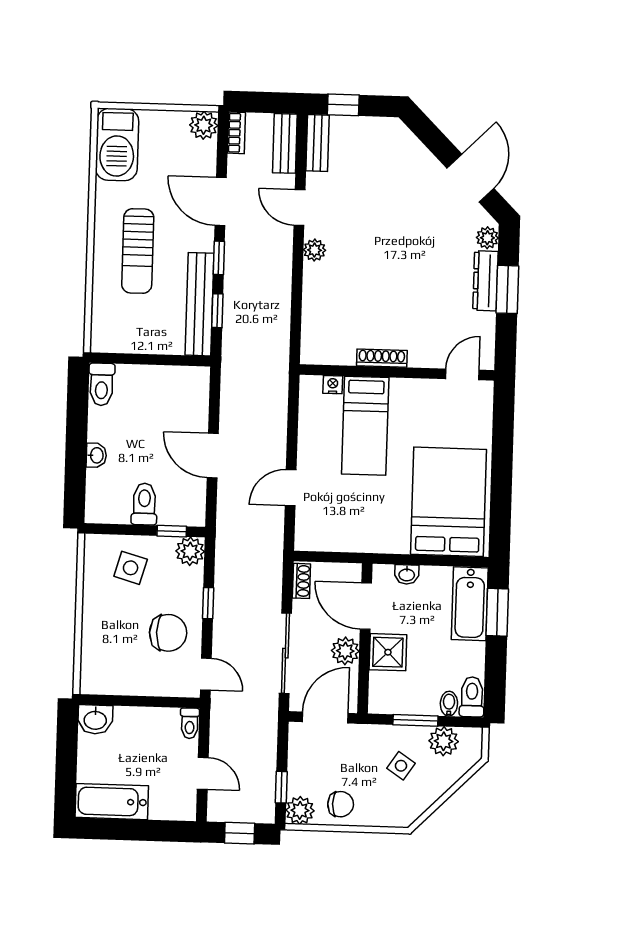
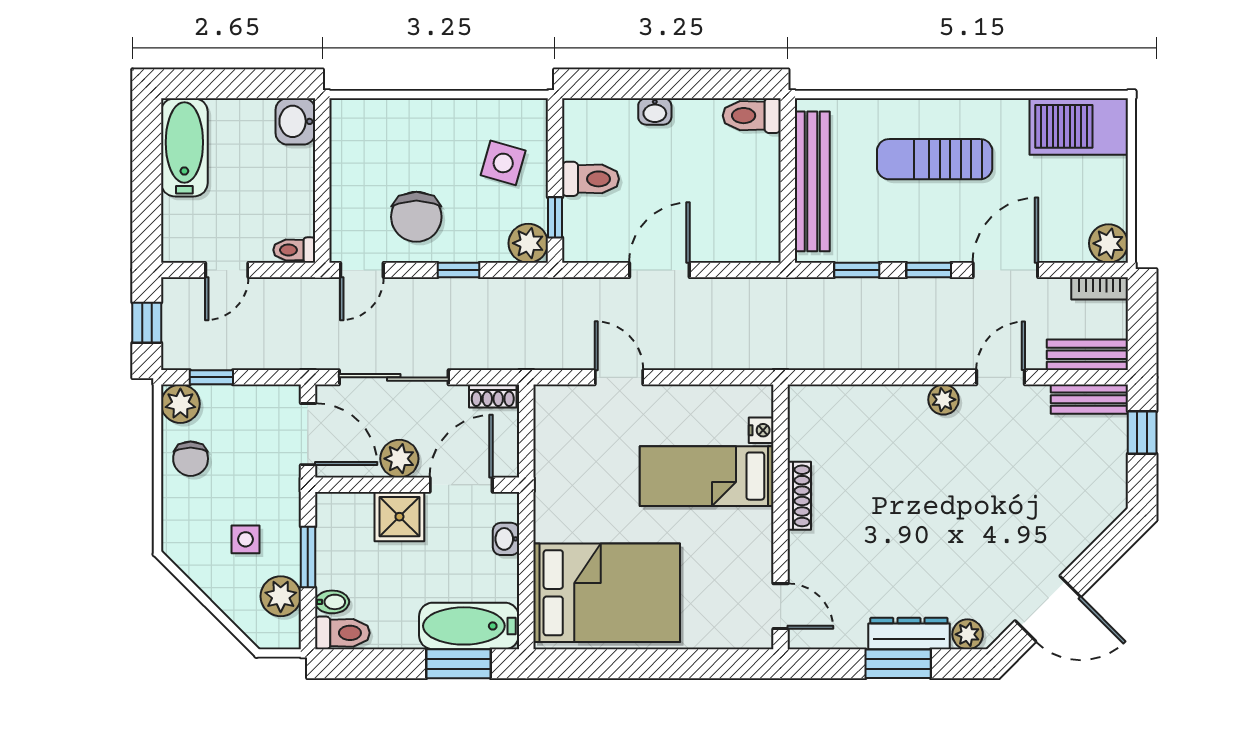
bench: (199, 304) -> (812, 181), moved, turned 90
side table: (401, 766) -> (246, 539), turned -34

